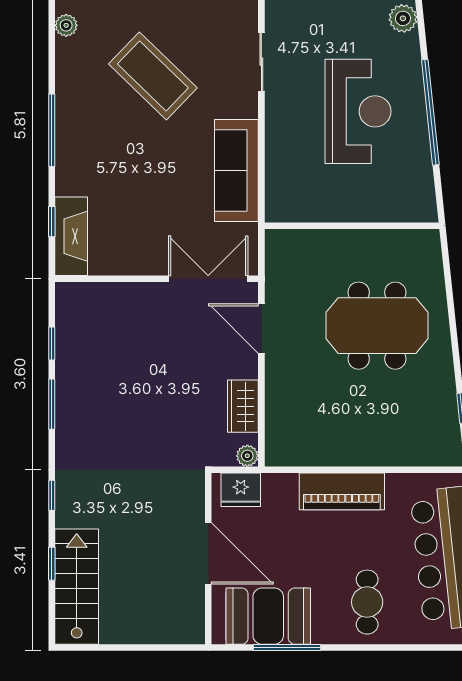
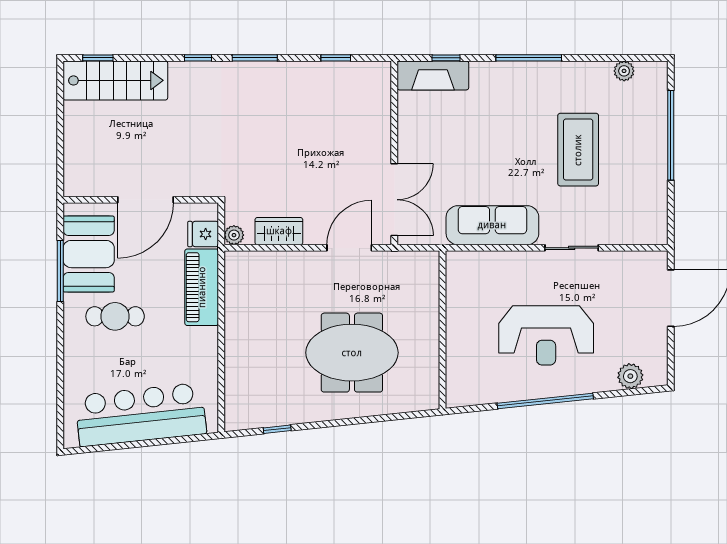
sliding door: (261, 62) -> (572, 248), moved
coffee table: (153, 76) -> (578, 150), turned -44
meeting table: (377, 326) -> (352, 353), turned 90
window: (52, 404) -> (255, 58), moved
fridge: (241, 490) -> (203, 234), width x0.72
piano: (342, 491) -> (202, 287), moved
window: (52, 564) -> (98, 58), moved
cafe table: (367, 602) -> (115, 316), moved

